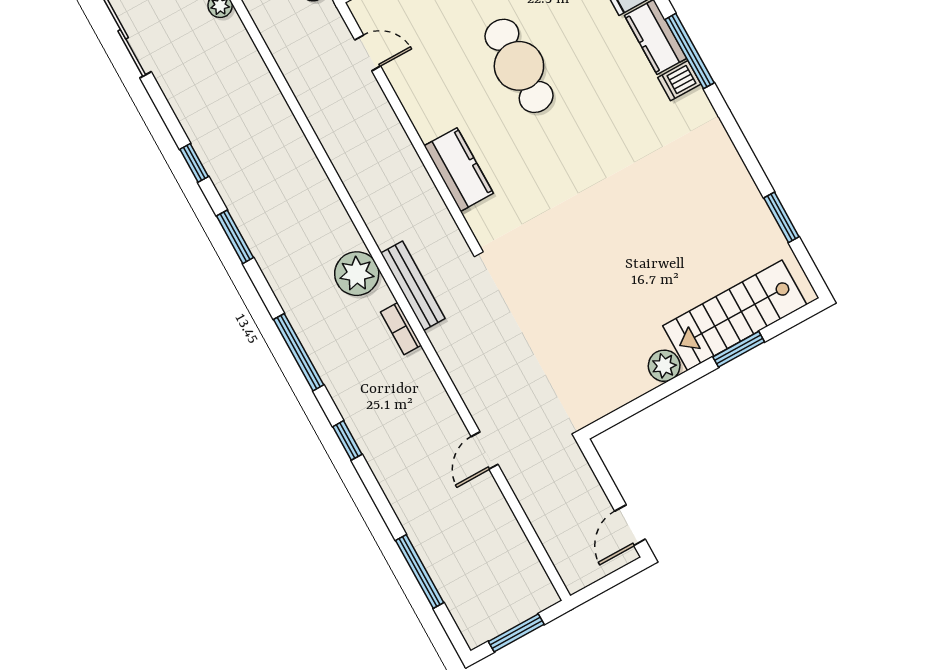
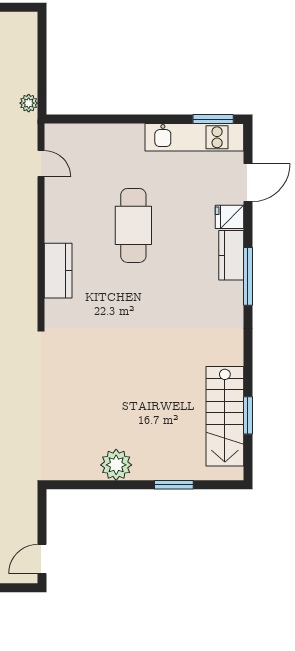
dishwasher: (679, 81) -> (231, 292), removed
stairs: (735, 315) -> (225, 416), moved, turned -90
plant: (664, 366) -> (116, 465), width x1.36, depth x1.36

